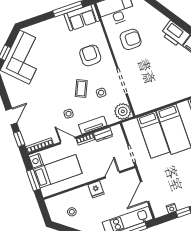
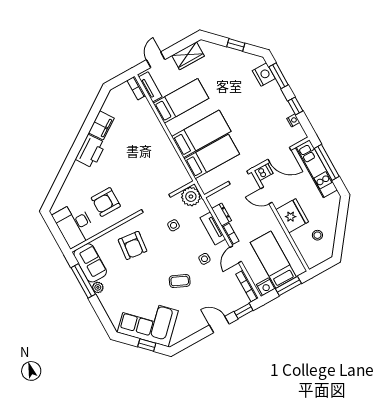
plant: (60, 20) -> (98, 287), added
armchair: (131, 39) -> (106, 202), turned -90
armchair: (90, 55) -> (133, 245), turned -84
coffee table: (81, 89) -> (180, 281), moved
dishwasher: (133, 176) -> (264, 172), added
fridge: (96, 189) -> (292, 216), width x1.88, depth x1.34

